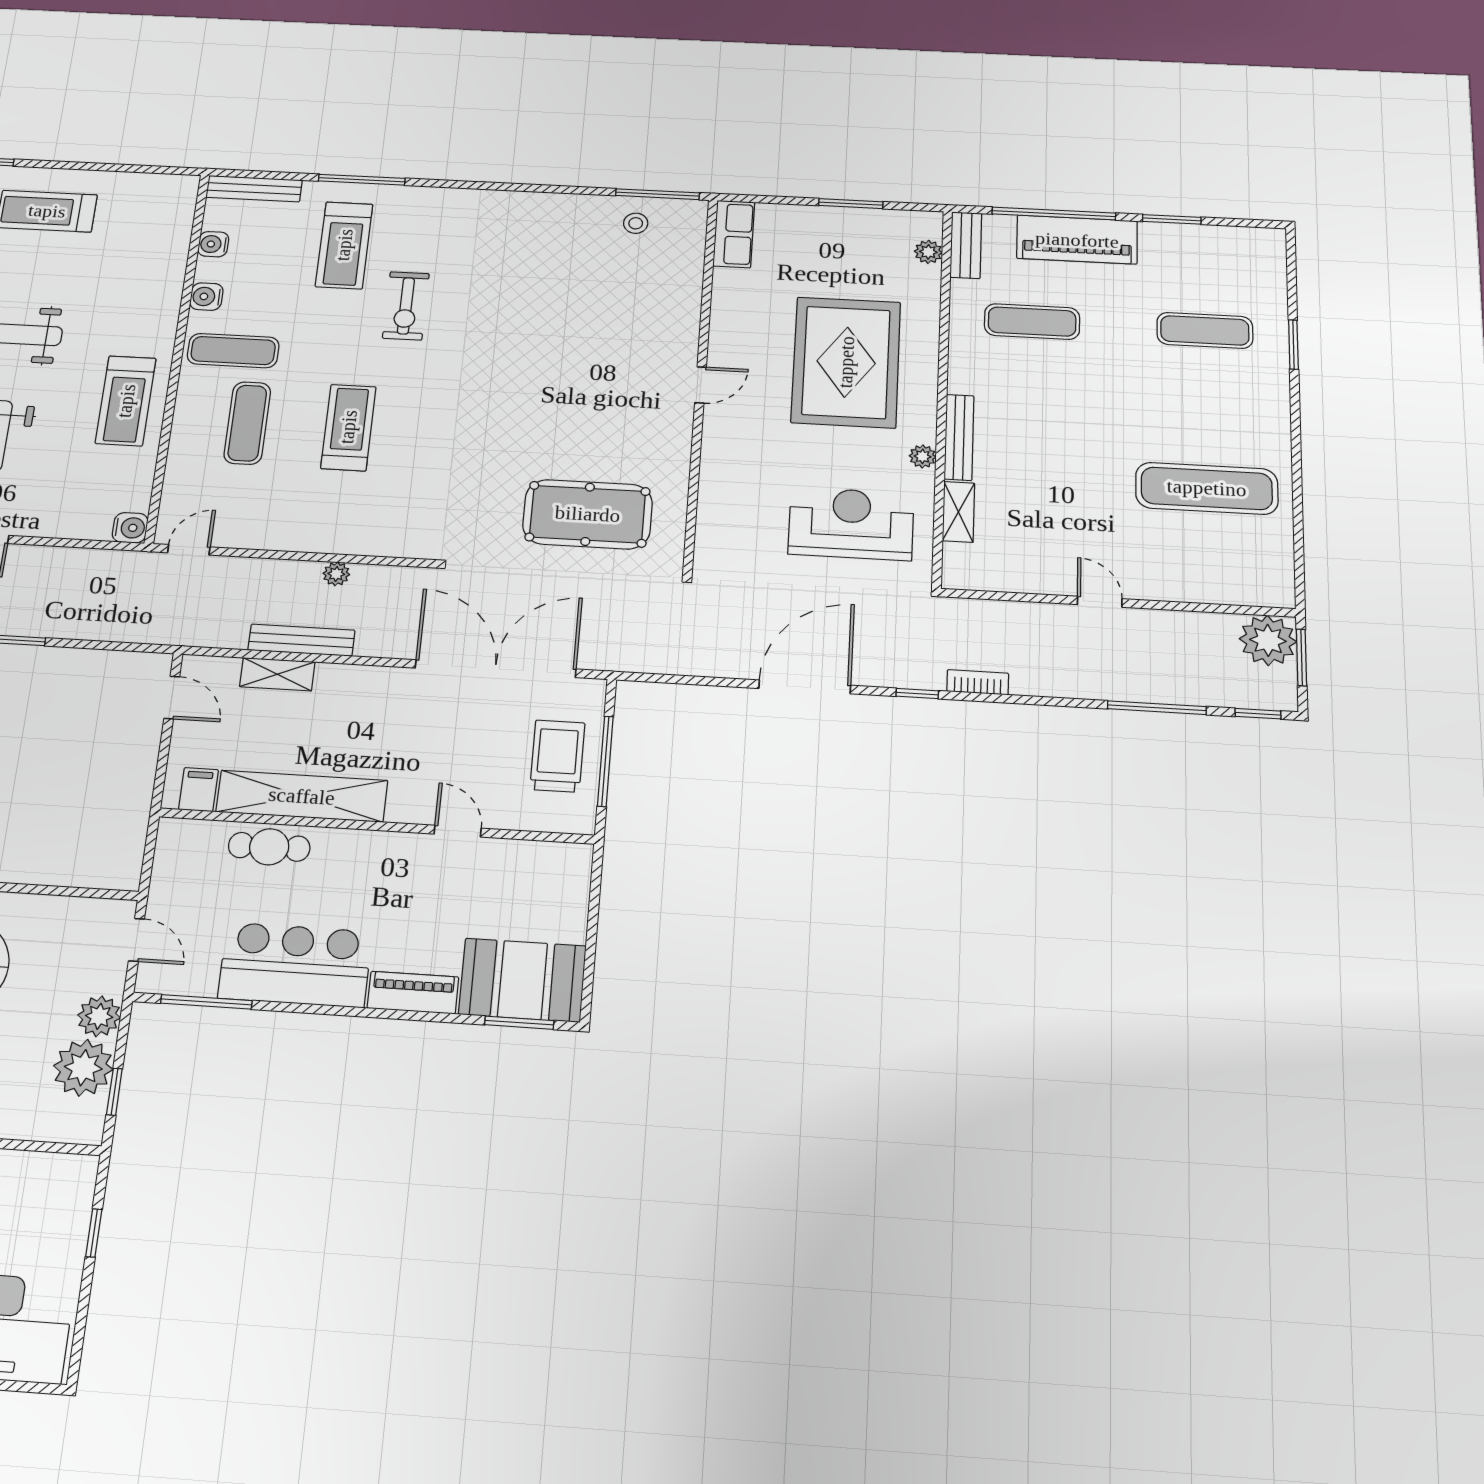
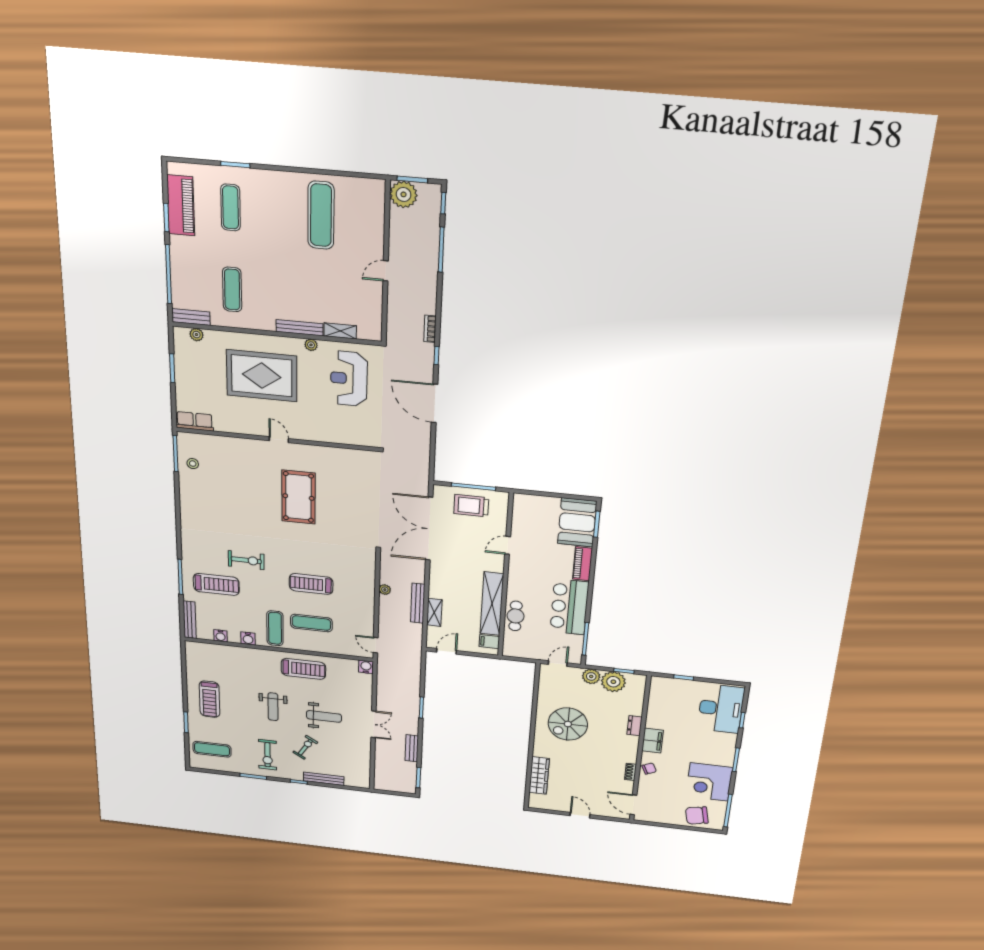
piano: (1077, 240) -> (181, 205), moved
pool table: (588, 514) -> (298, 497), moved

